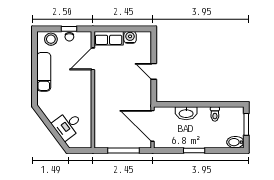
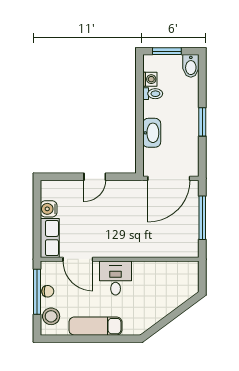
window: (69, 29) -> (37, 292), width x2.17
washing machine: (226, 112) -> (150, 79), added
desk: (68, 125) -> (116, 278), moved, turned -143

